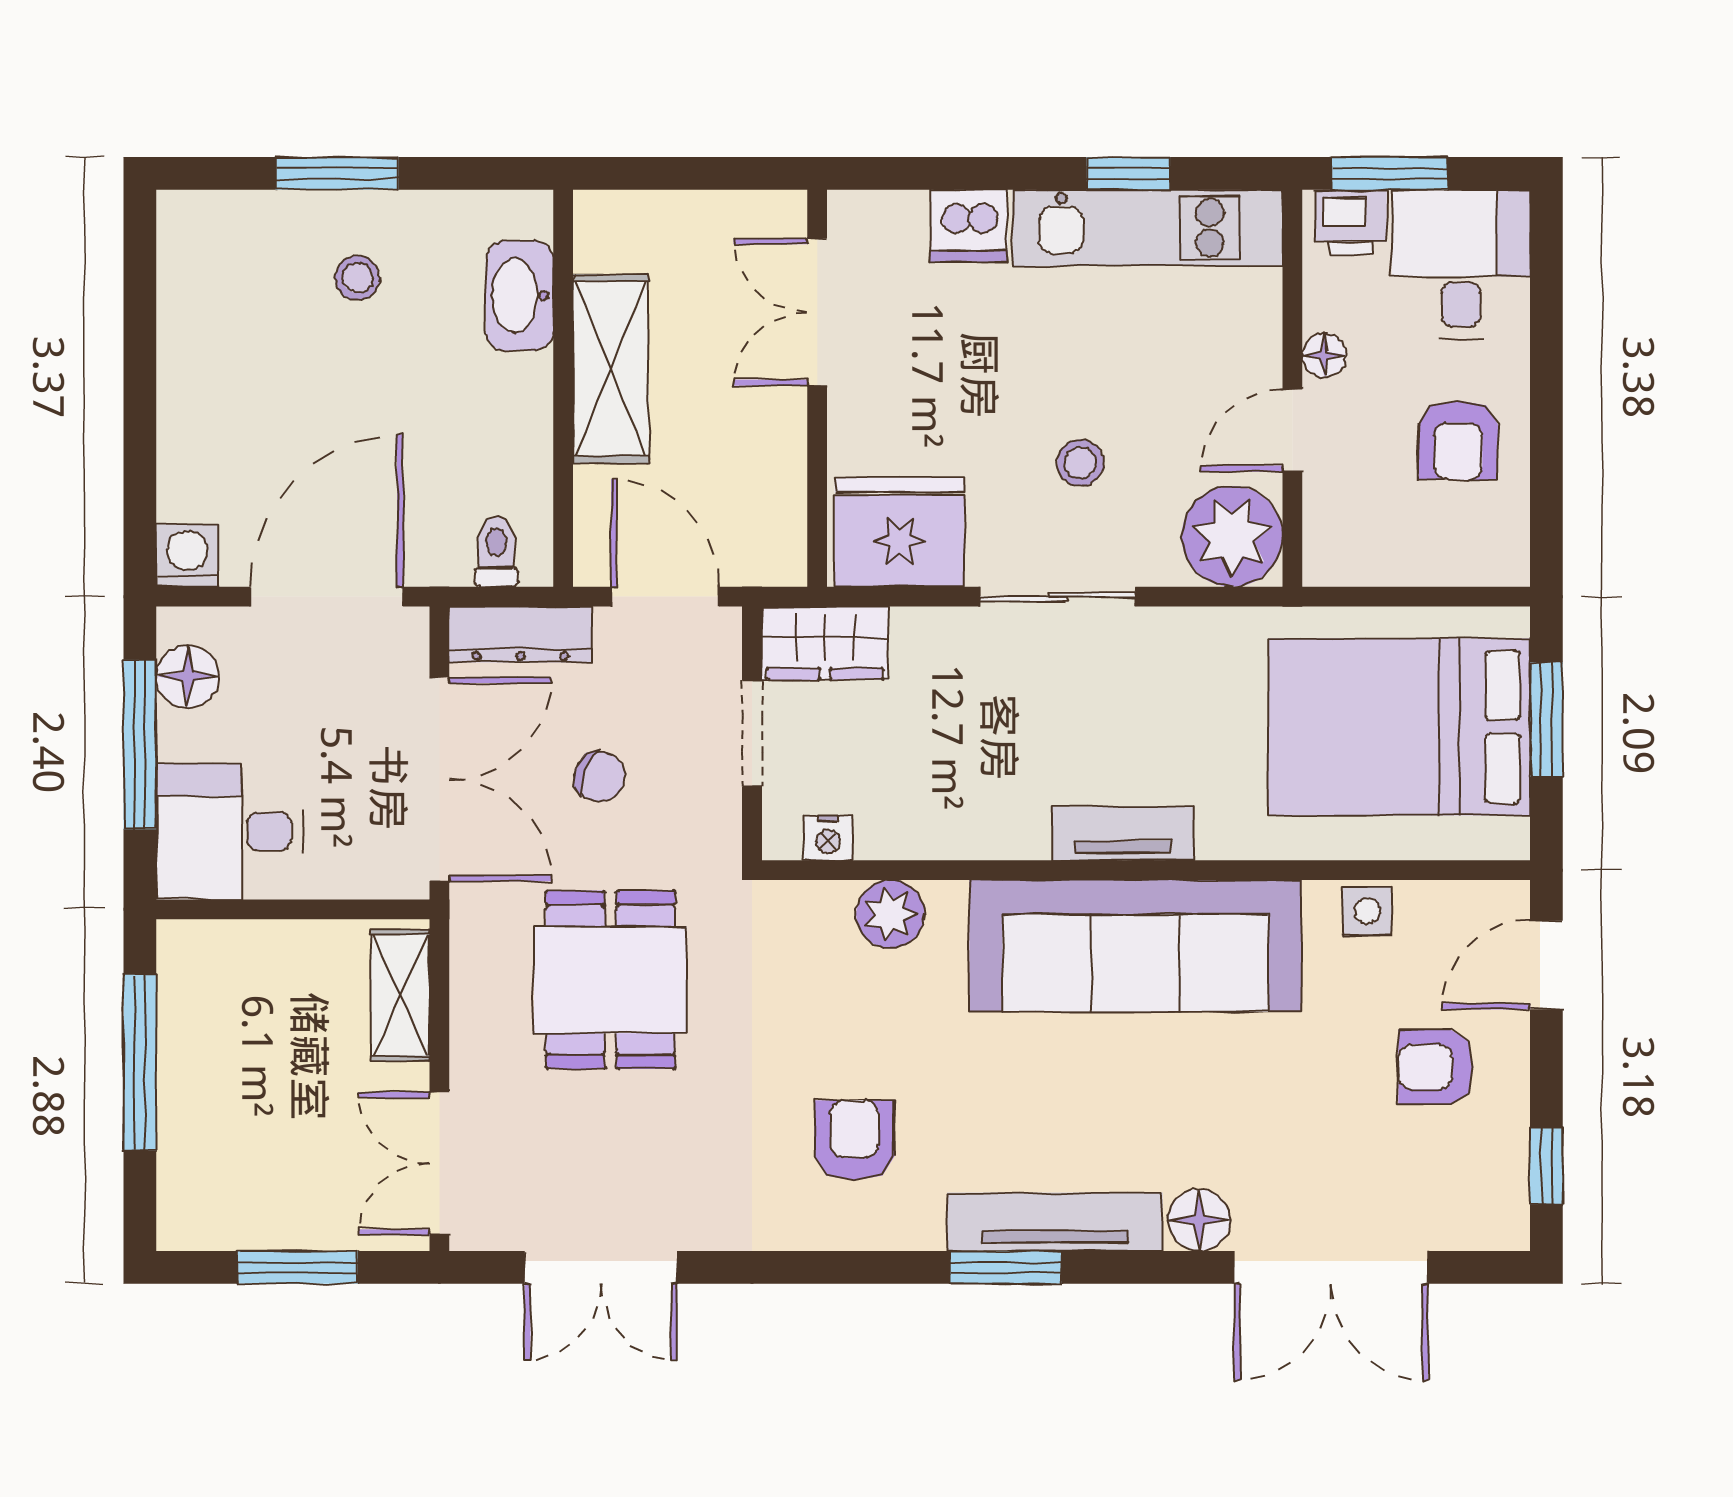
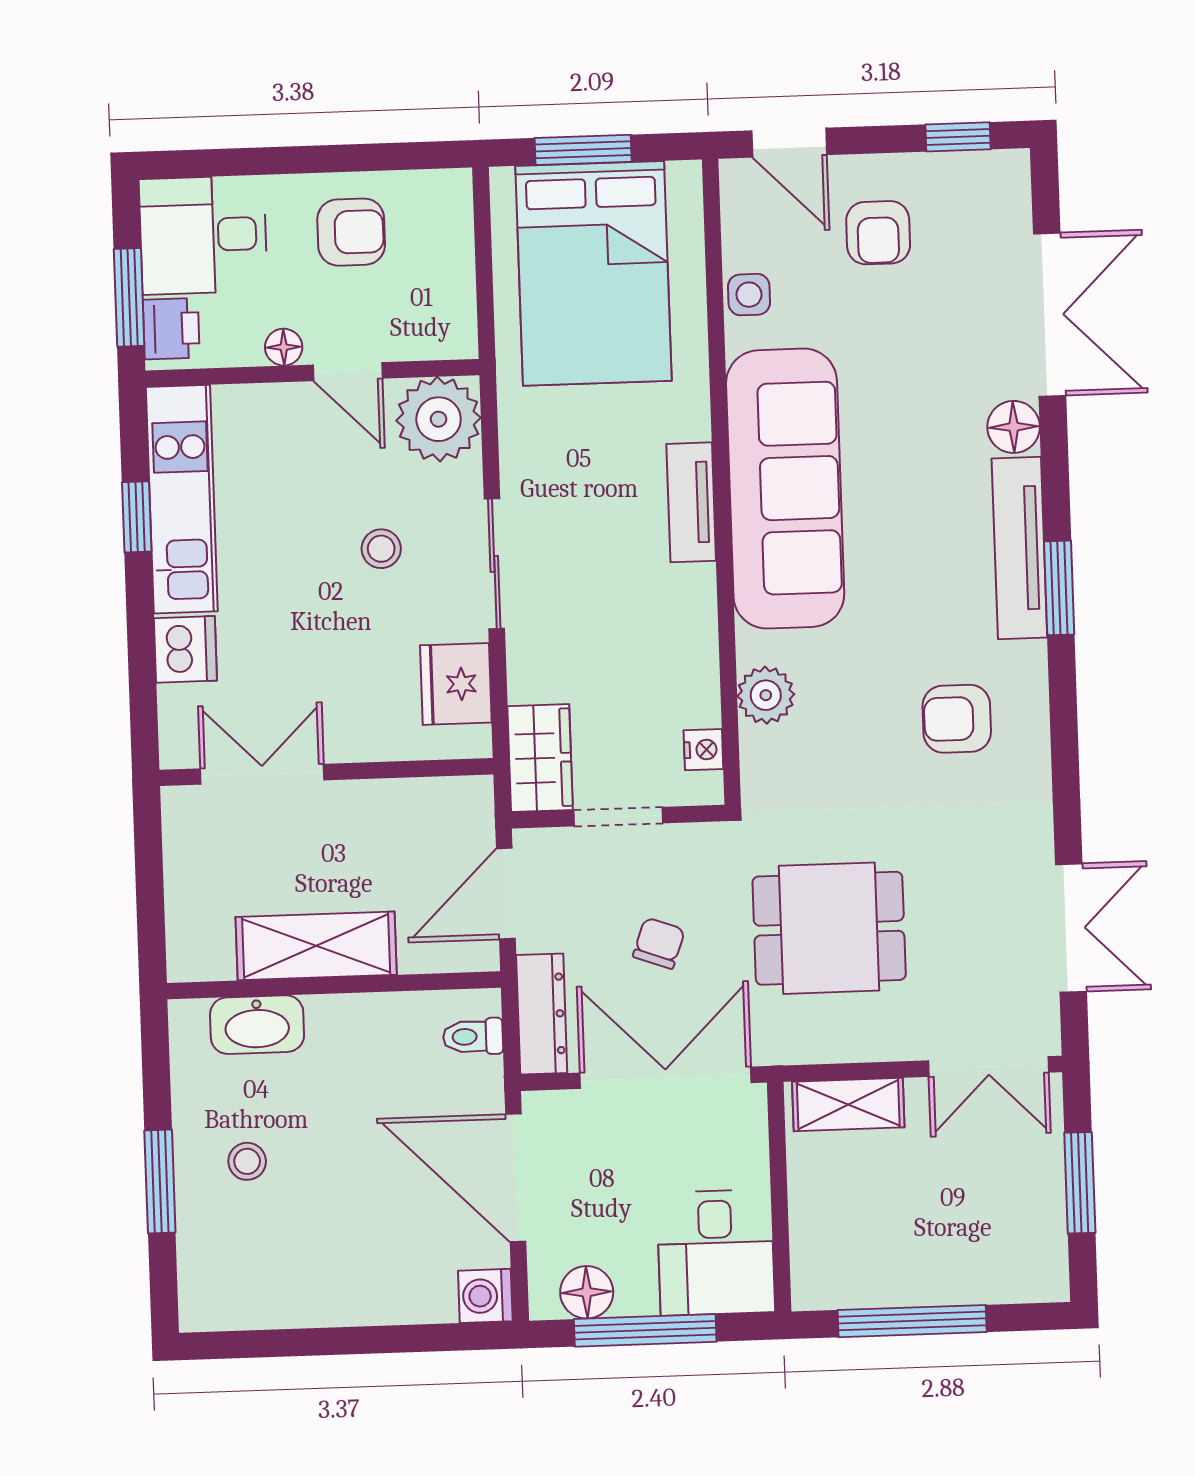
double door: (817, 312) -> (262, 774), swing flipped
fridge: (899, 532) -> (456, 684), width x0.73, depth x0.75

